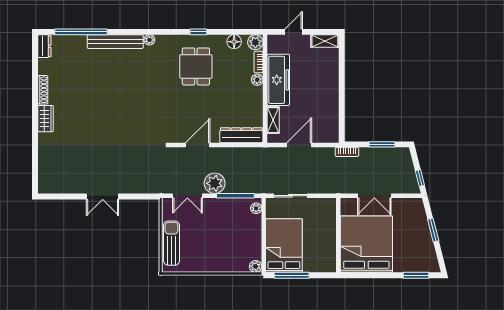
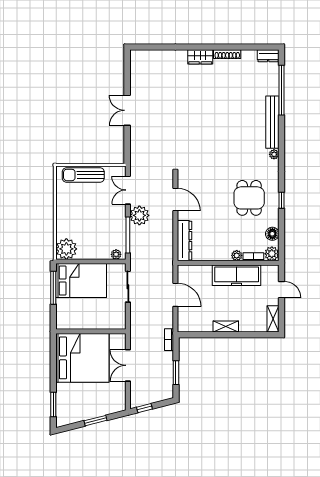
dining table: (196, 66) -> (249, 198), turned 90
shelving: (273, 120) -> (226, 326), moved
sun lounger: (171, 243) -> (83, 175), turned 180
plant: (256, 266) -> (66, 249), width x1.88, depth x1.88

